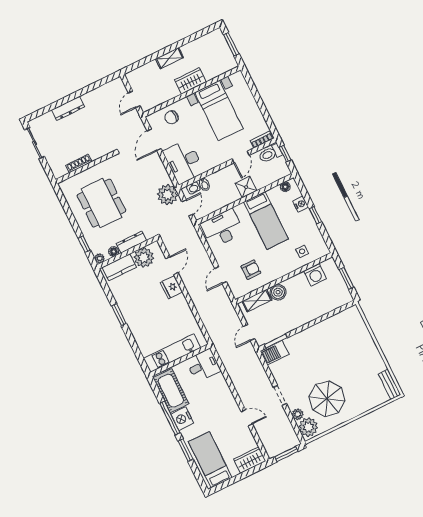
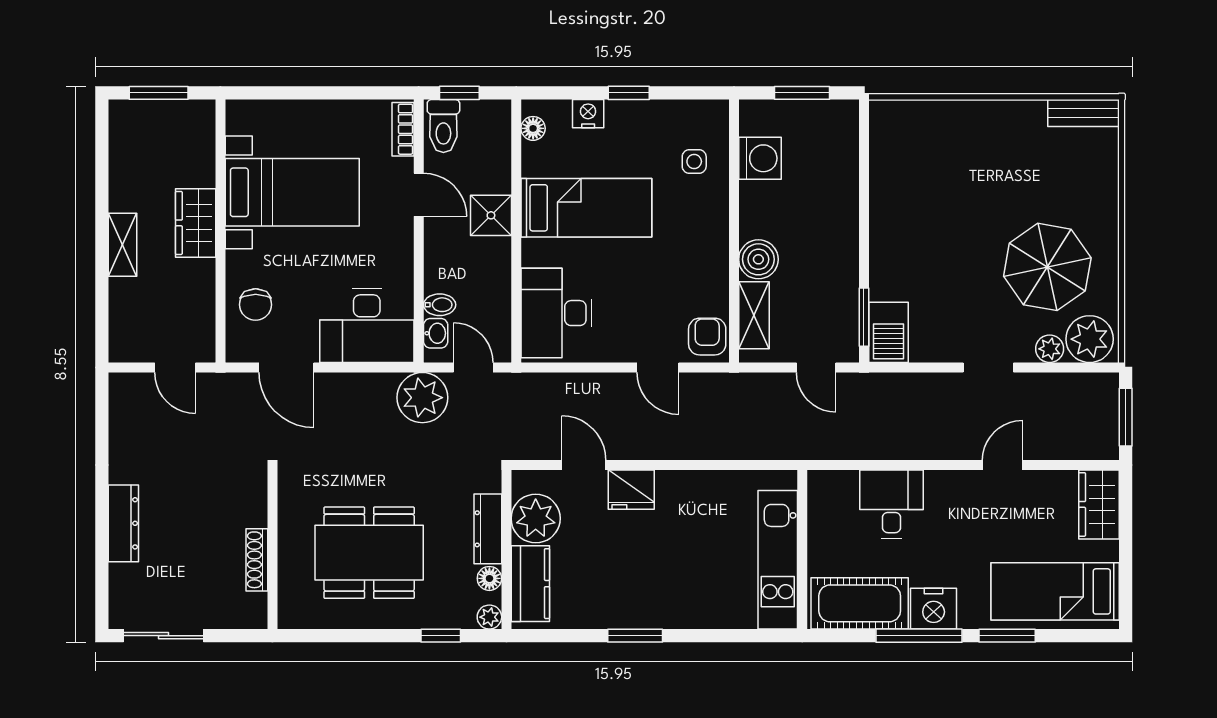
armchair: (251, 270) -> (707, 337), moved
desk: (203, 365) -> (892, 504), moved

